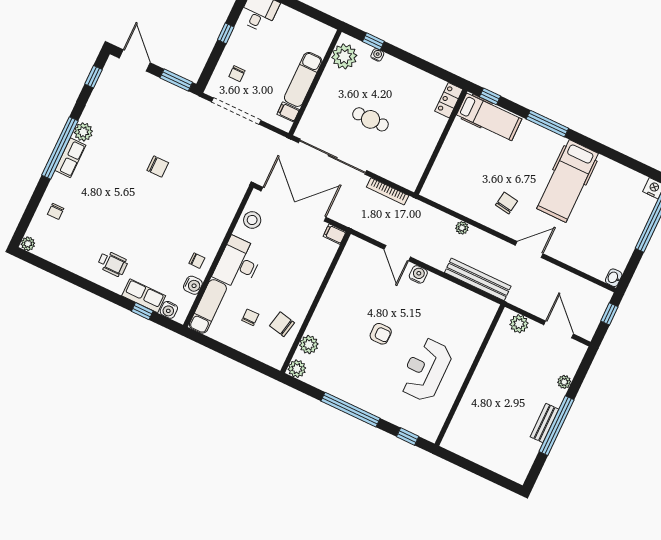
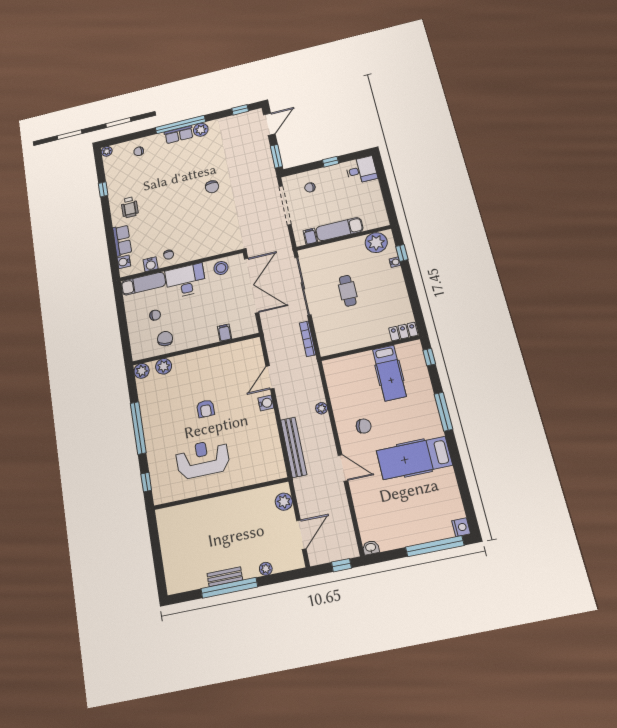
hospital bed: (489, 117) -> (389, 373), moved
filing cabinet: (335, 234) -> (224, 333), moved
window: (142, 311) -> (103, 189), moved

